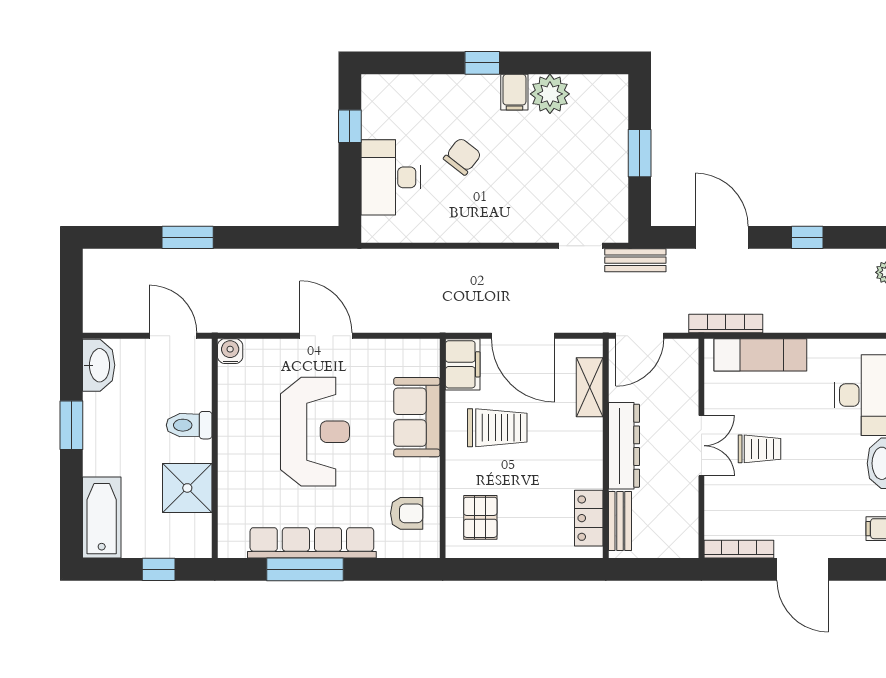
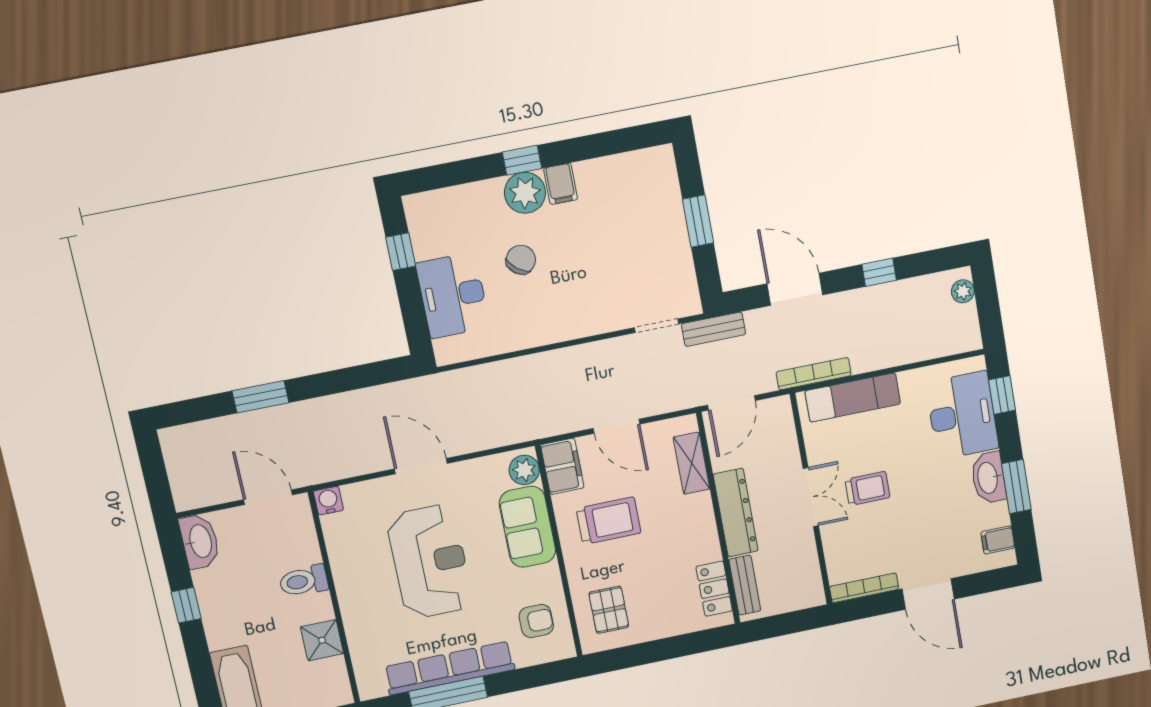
plant: (550, 94) -> (525, 193), moved
door: (523, 336) -> (616, 426), width x0.73
plant: (425, 360) -> (524, 470), added
window: (71, 425) -> (186, 605), width x0.67
shower: (187, 488) -> (322, 640), width x0.73, depth x0.73

